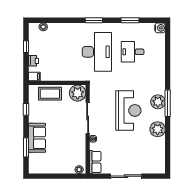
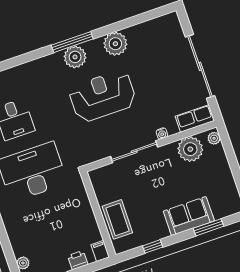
plant: (78, 93) -> (190, 149), moved
sliding door: (126, 176) -> (200, 66), width x1.36

